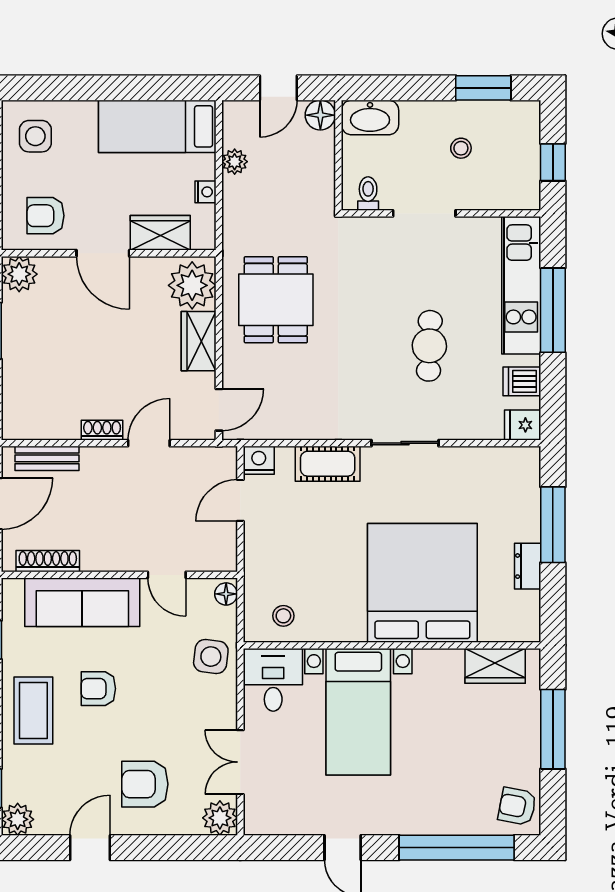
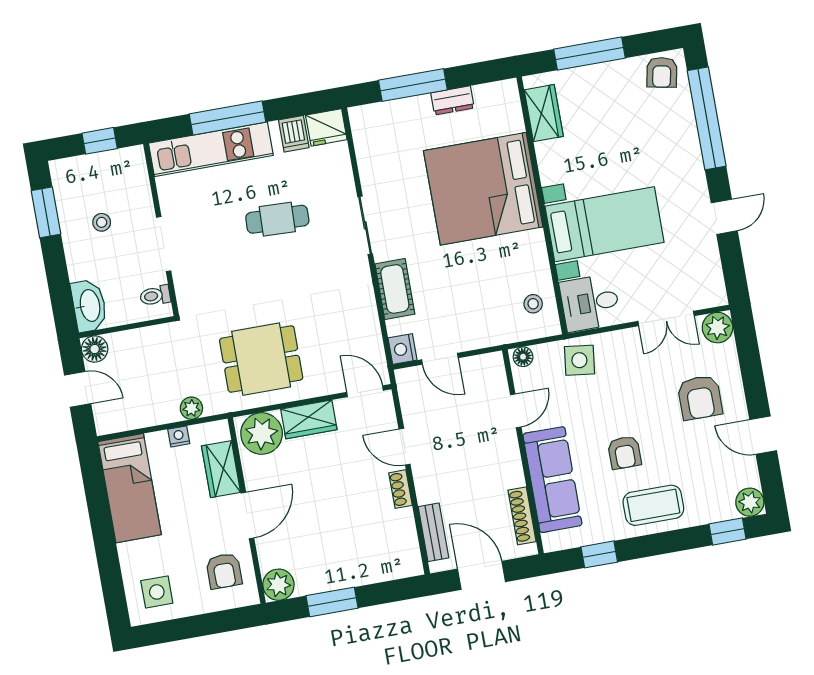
plant: (235, 162) -> (191, 408), moved
fridge: (523, 425) -> (326, 127), width x1.38

